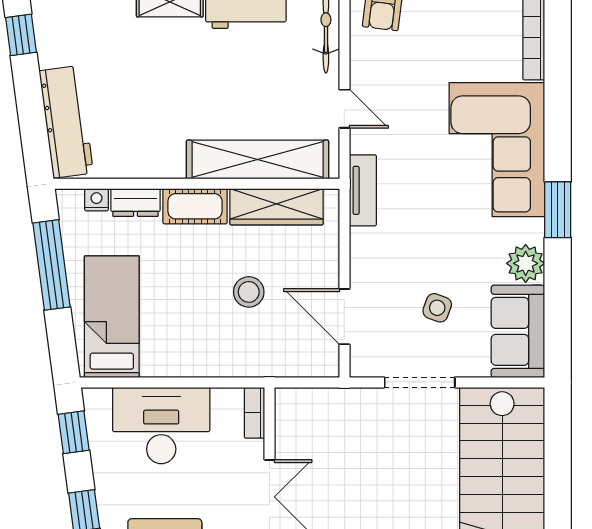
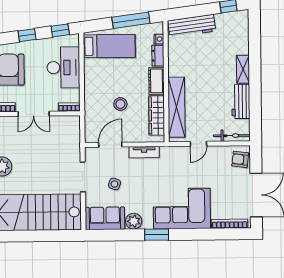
tv unit: (363, 190) -> (144, 152), moved

